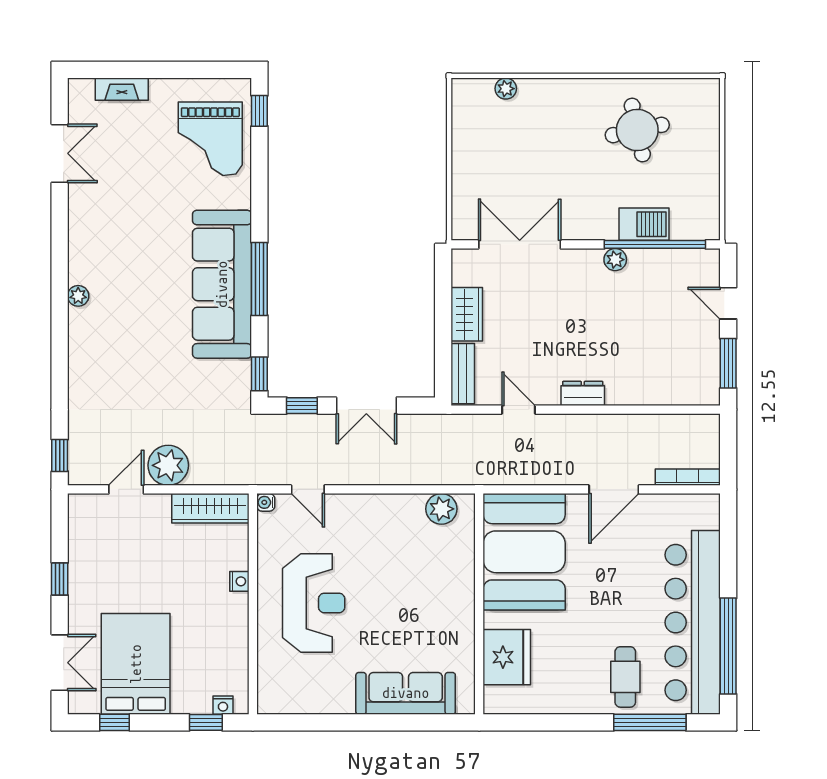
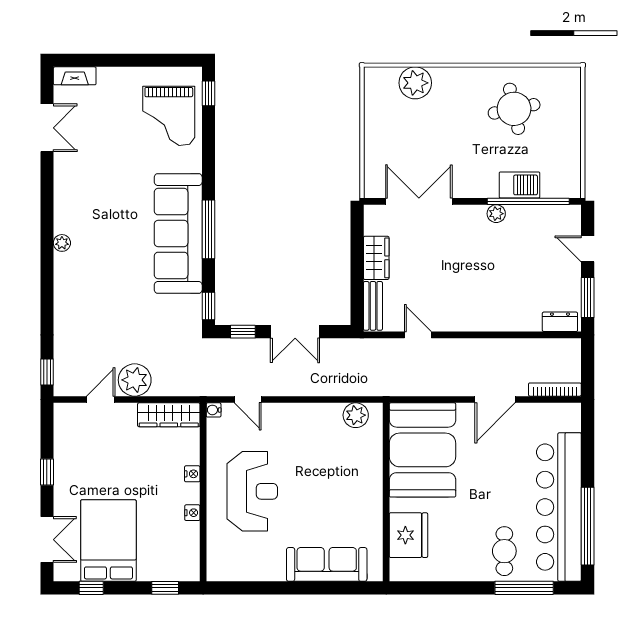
fireplace: (122, 89) -> (75, 76), moved
plant: (506, 89) -> (415, 83), width x1.88, depth x1.88
dresser: (583, 393) -> (560, 322), moved
nightstand: (223, 705) -> (192, 513), moved, turned -90

